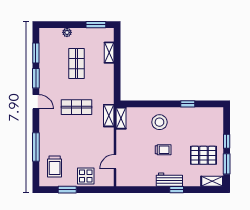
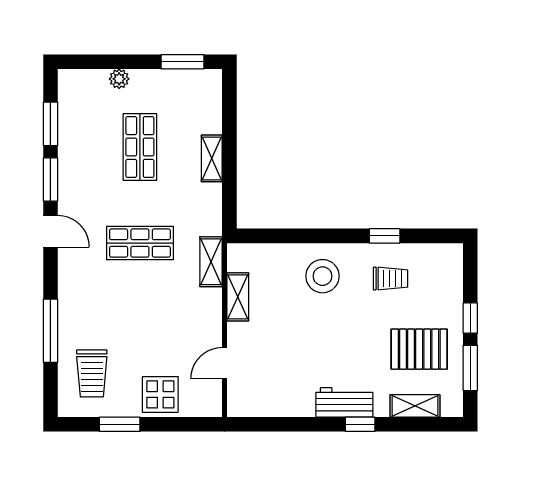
shelving: (109, 53) -> (212, 158), moved
shelving: (121, 118) -> (238, 297), moved
trolley: (163, 150) -> (390, 279), moved
shelving: (212, 181) -> (415, 406), moved

